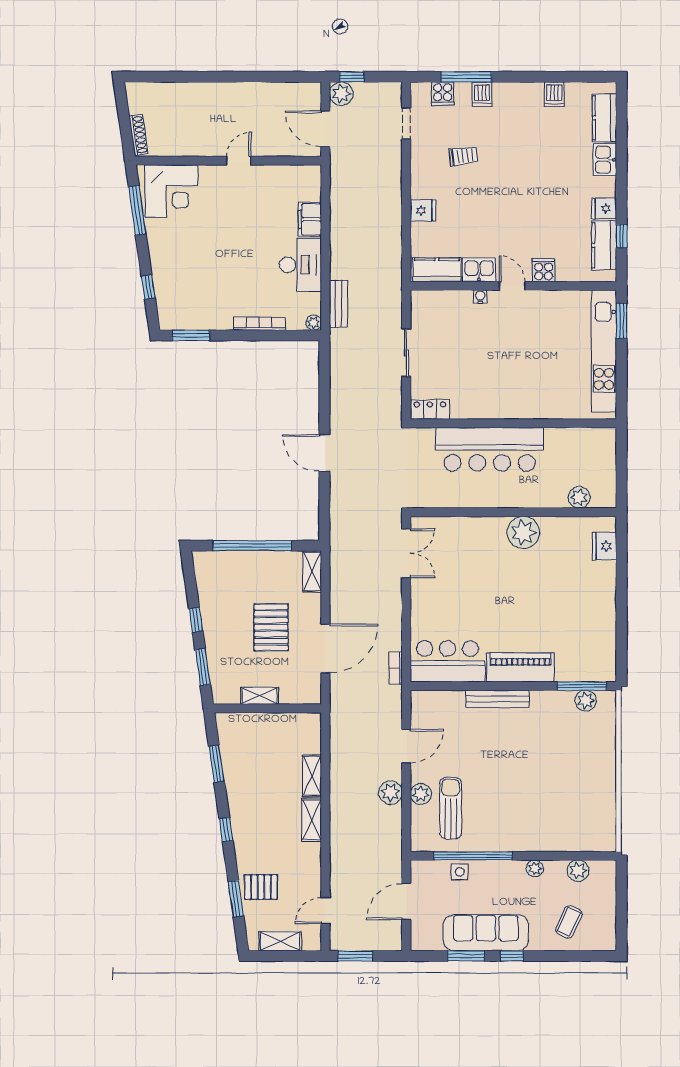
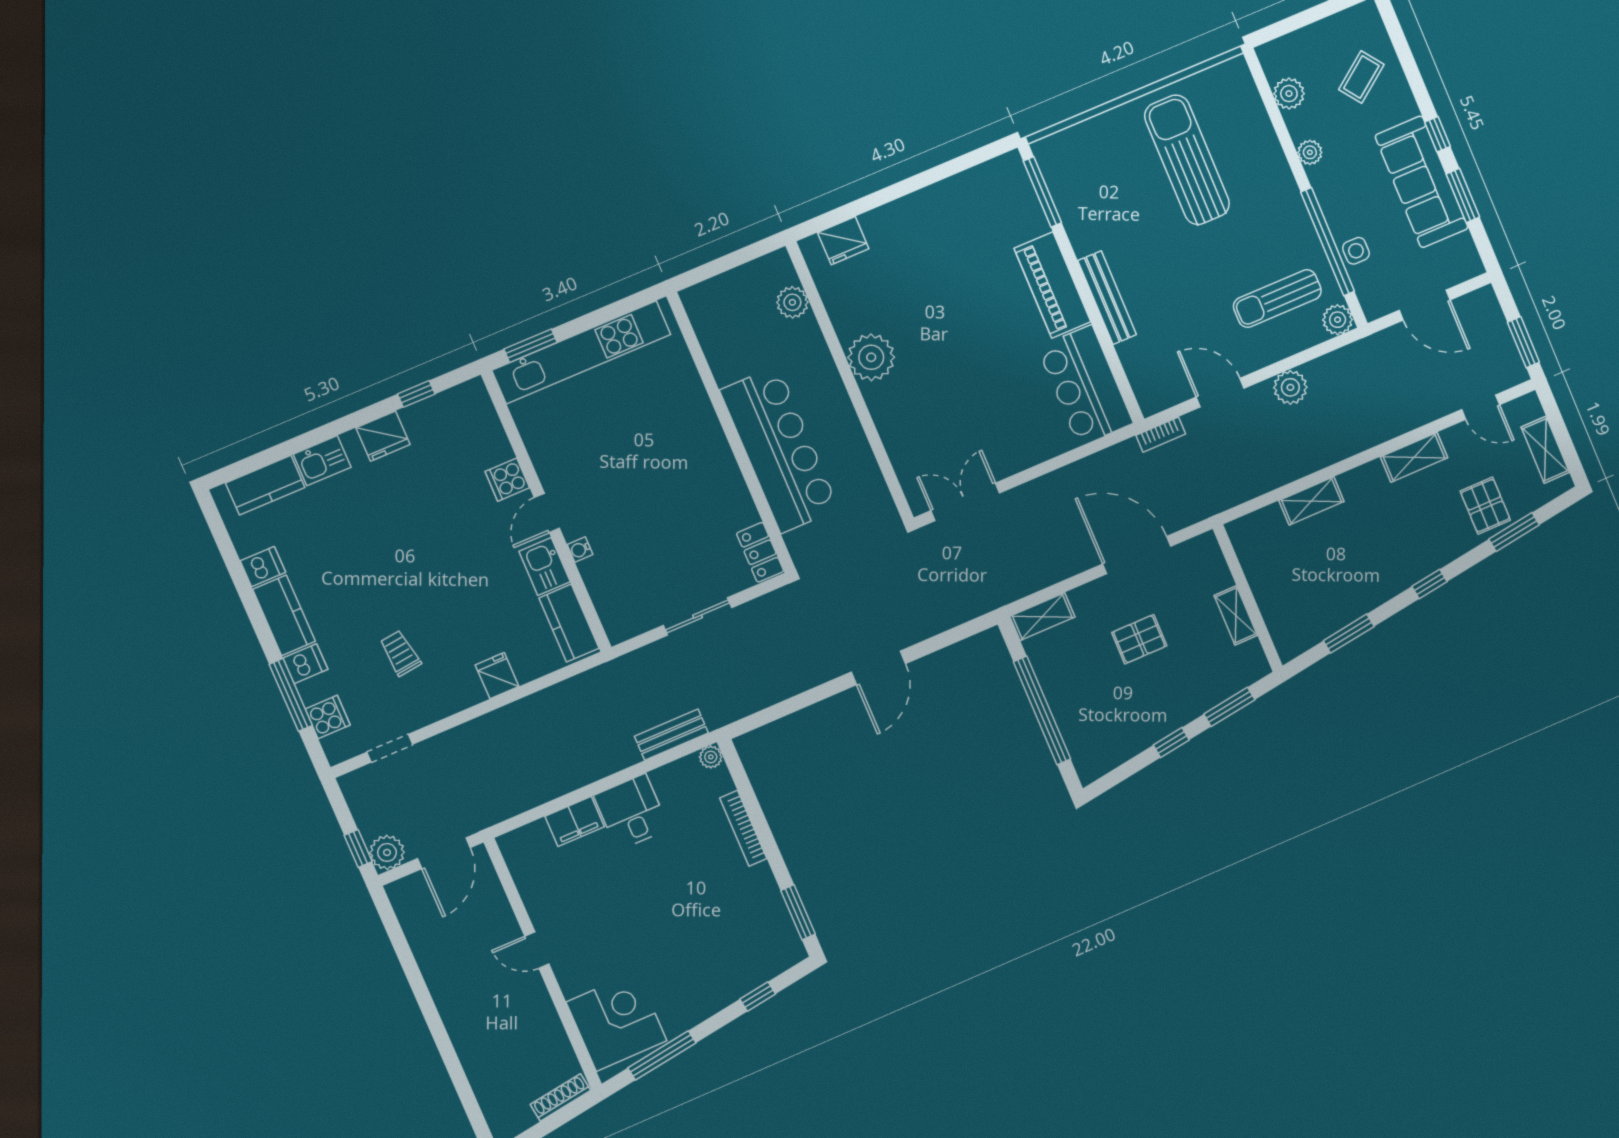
fridge: (604, 208) -> (383, 436), width x1.38
kitchen counter: (604, 245) -> (284, 615), moved, turned -90
desk: (300, 265) -> (631, 812), width x0.73
pallet: (271, 627) -> (1139, 639), width x0.67, depth x0.71
bookcase: (396, 668) -> (1161, 435), moved
plant: (586, 701) -> (1060, 178), removed
sun lounger: (563, 787) -> (1187, 160), added
plant: (421, 794) -> (1338, 320), moved
shelving: (312, 820) -> (1414, 457), moved
coffee table: (569, 922) -> (1361, 77), turned -62

